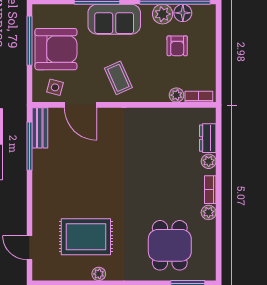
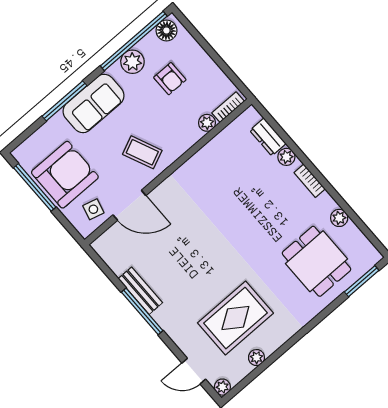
floor lamp: (183, 13) -> (166, 30), moved
bench: (40, 128) -> (140, 291), moved
window: (29, 146) -> (142, 311), moved
plant: (209, 212) -> (339, 218), moved
plant: (39, 274) -> (222, 387), added
plant: (99, 274) -> (256, 358), moved

